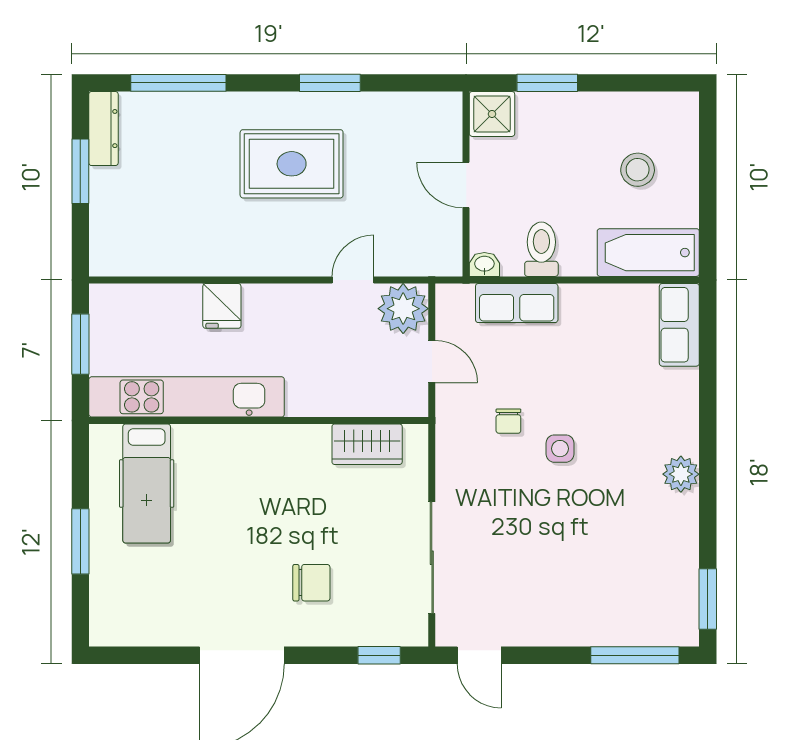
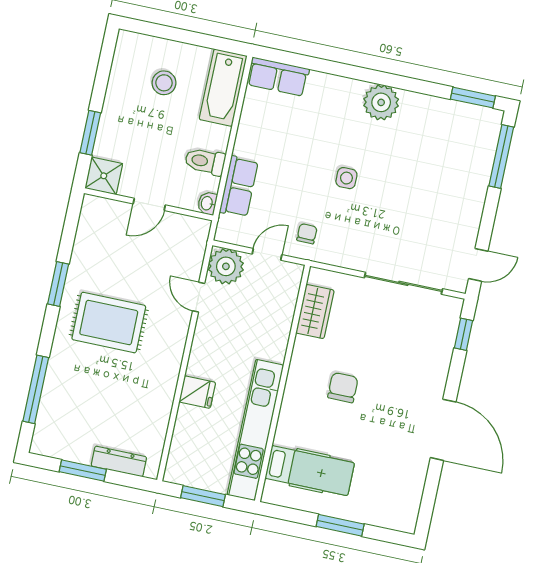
dresser: (103, 129) -> (119, 461), moved
rug: (292, 164) -> (109, 323), turned 90
chair: (508, 421) -> (307, 234), moved, turned -89
plant: (681, 474) -> (381, 102), width x1.36, depth x1.36
chair: (311, 583) -> (343, 388), moved

